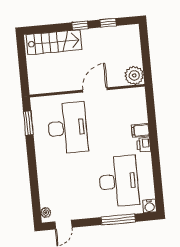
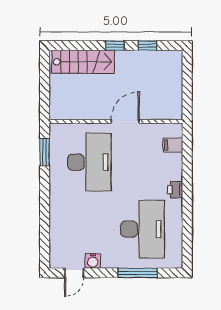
plant: (134, 75) -> (172, 109), removed
filing cabinet: (140, 130) -> (173, 145), moved
water cooler: (150, 206) -> (93, 261), moved
plant: (46, 213) -> (55, 257), removed

